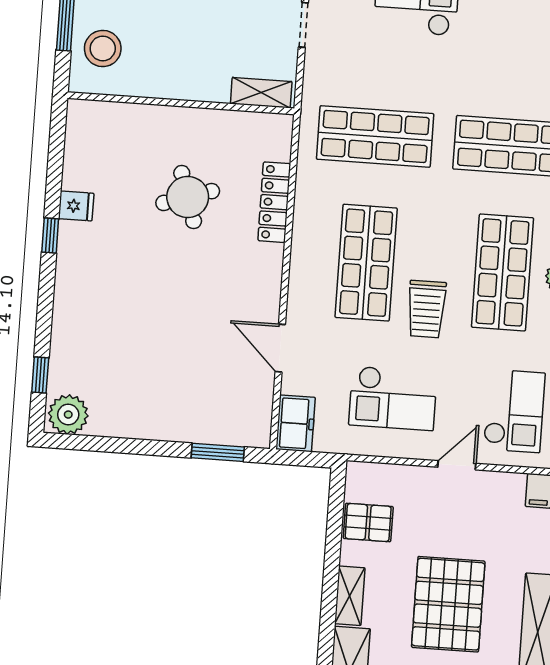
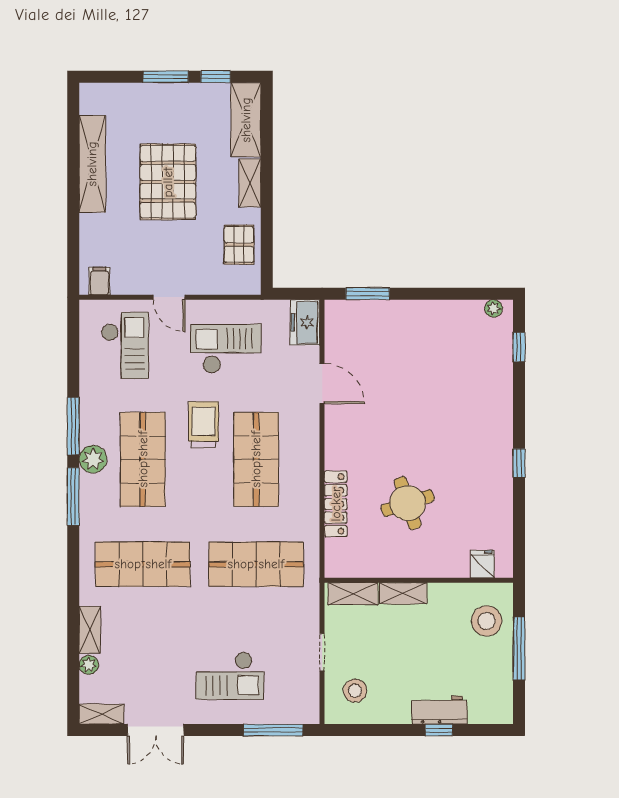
shelving: (201, 89) -> (403, 593), added
fridge: (76, 206) -> (482, 564), moved, turned 90
checkout: (514, 411) -> (125, 346), turned 180
plant: (68, 415) -> (493, 308), width x0.53, depth x0.53
door: (457, 465) -> (169, 297), hinge flipped
pallet: (368, 523) -> (239, 245), turned 90

